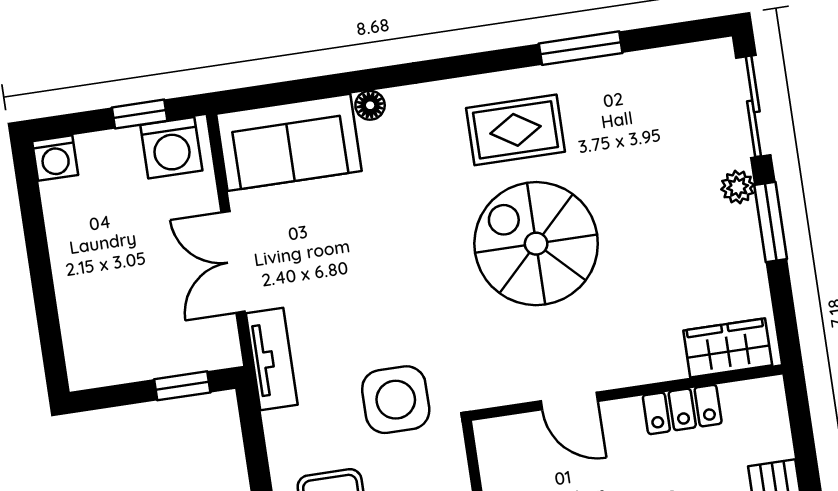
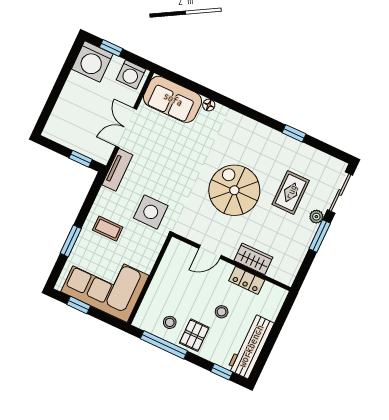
window: (581, 48) -> (294, 133), width x0.67
window: (140, 114) -> (111, 48), moved
rug: (516, 130) -> (291, 192), moved, turned 90
washing machine: (55, 158) -> (92, 61), width x1.89, depth x1.89
wardrobe: (728, 348) -> (253, 259), moved
door: (569, 401) -> (210, 252), hinge flipped

